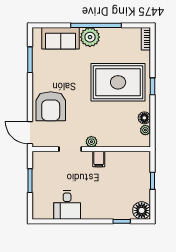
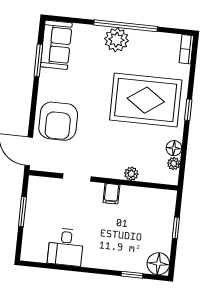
sofa: (61, 38) -> (56, 45), moved, turned -90
plant: (91, 142) -> (131, 174), moved

